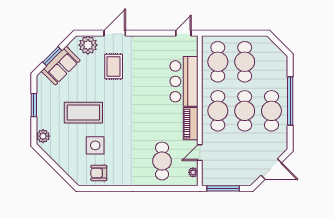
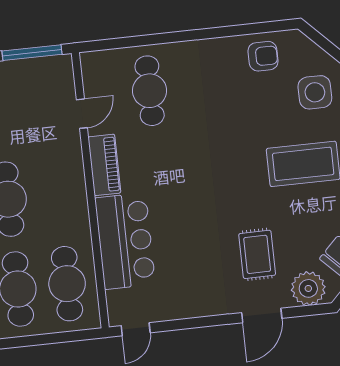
cafe table: (218, 111) -> (57, 194), removed
side table: (95, 145) -> (315, 92), moved
plant: (193, 172) -> (90, 76), removed

